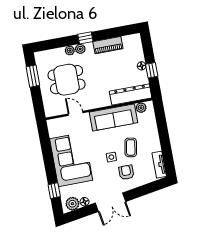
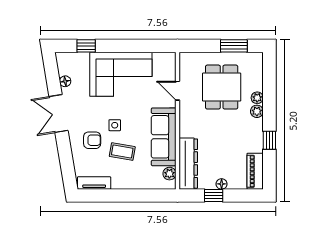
window: (85, 38) -> (269, 140), moved
piano: (108, 45) -> (255, 171), moved
door: (76, 113) -> (177, 91), swing flipped
plant: (72, 204) -> (65, 66), removed

